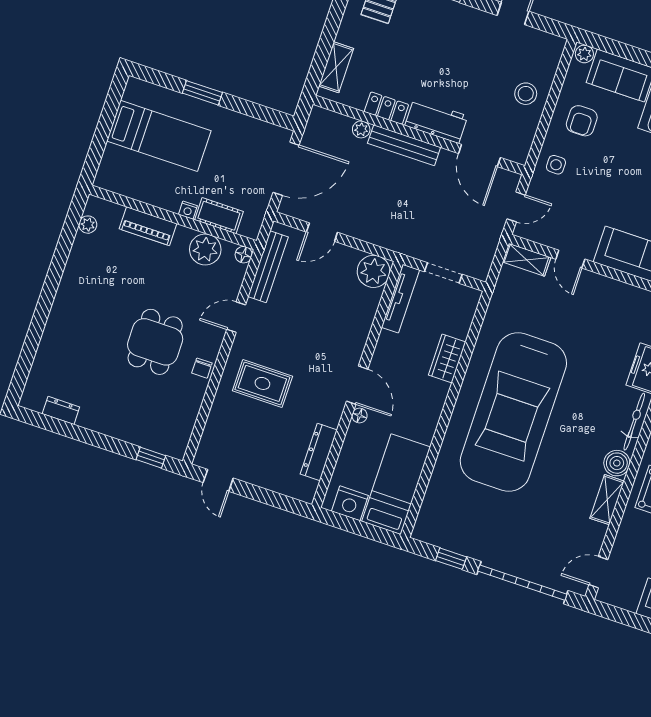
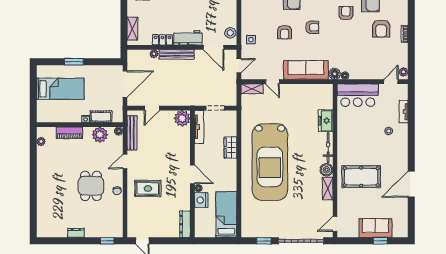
stool: (526, 94) -> (230, 33), moved
armchair: (582, 121) -> (285, 32), moved
dresser: (61, 410) -> (76, 233), moved
dresser: (319, 452) -> (185, 224), moved
nightstand: (350, 503) -> (201, 200), moved, turned 90

